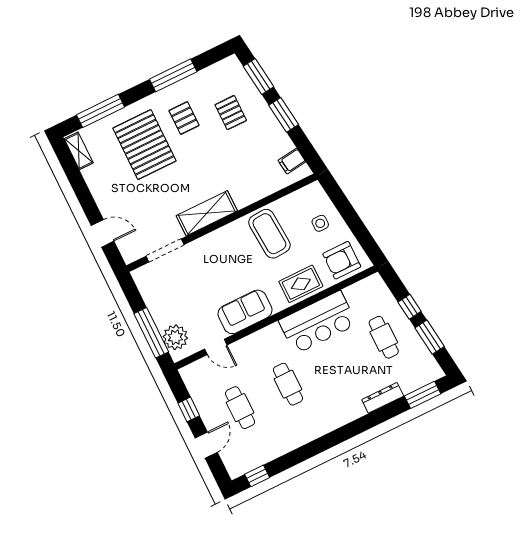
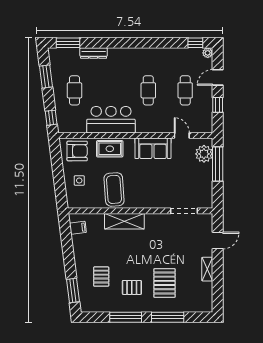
window: (100, 111) -> (168, 317), moved
window: (284, 115) -> (69, 259), removed
pallet: (184, 118) -> (132, 287), turned 90
pallet: (144, 145) -> (165, 283), width x0.73, depth x0.71
shelving: (79, 151) -> (207, 269), moved
shelving: (207, 213) -> (124, 221), moved
door: (102, 233) -> (218, 241), swing flipped
window: (410, 307) -> (51, 118), moved
plant: (235, 471) -> (208, 53), added

